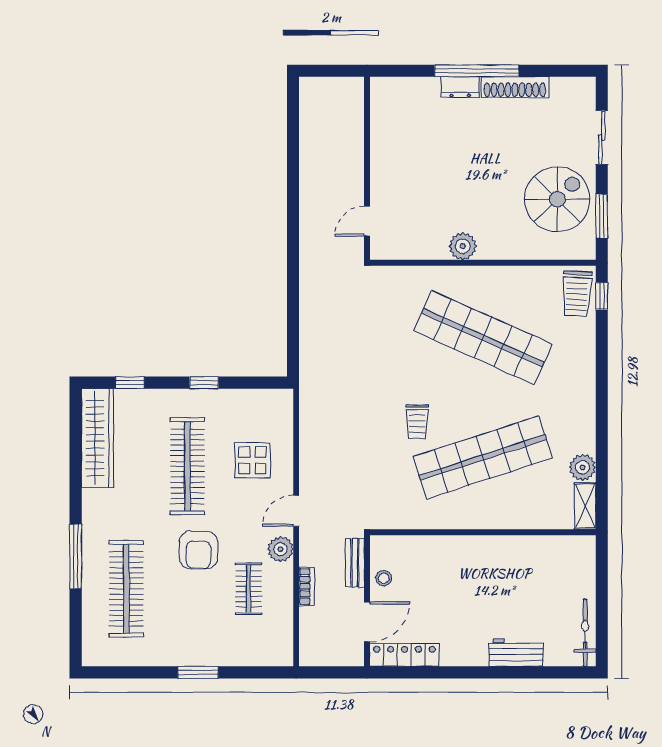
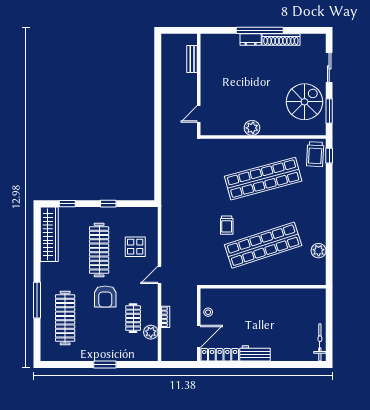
shop shelf: (483, 338) -> (263, 179), turned -39
shelving: (585, 506) -> (320, 272), removed
plant: (281, 549) -> (151, 332), moved
bench: (355, 563) -> (192, 59), moved
workbench: (516, 652) -> (255, 353), moved

